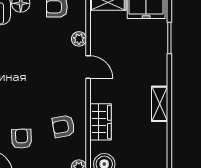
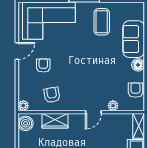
armchair: (22, 139) -> (43, 65), turned -88

